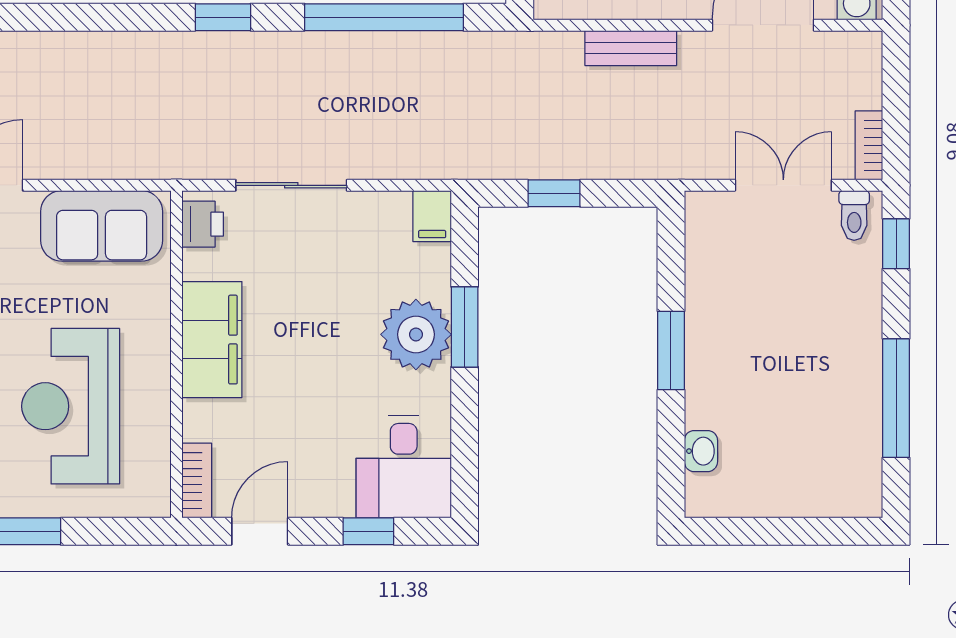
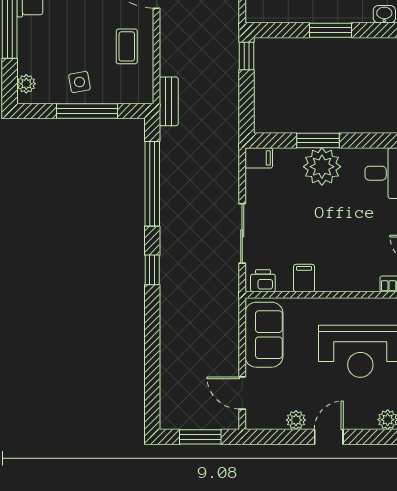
bench: (631, 48) -> (169, 101), moved
window: (554, 193) -> (246, 56), moved
filing cabinet: (212, 340) -> (304, 278), width x0.33, depth x0.86

